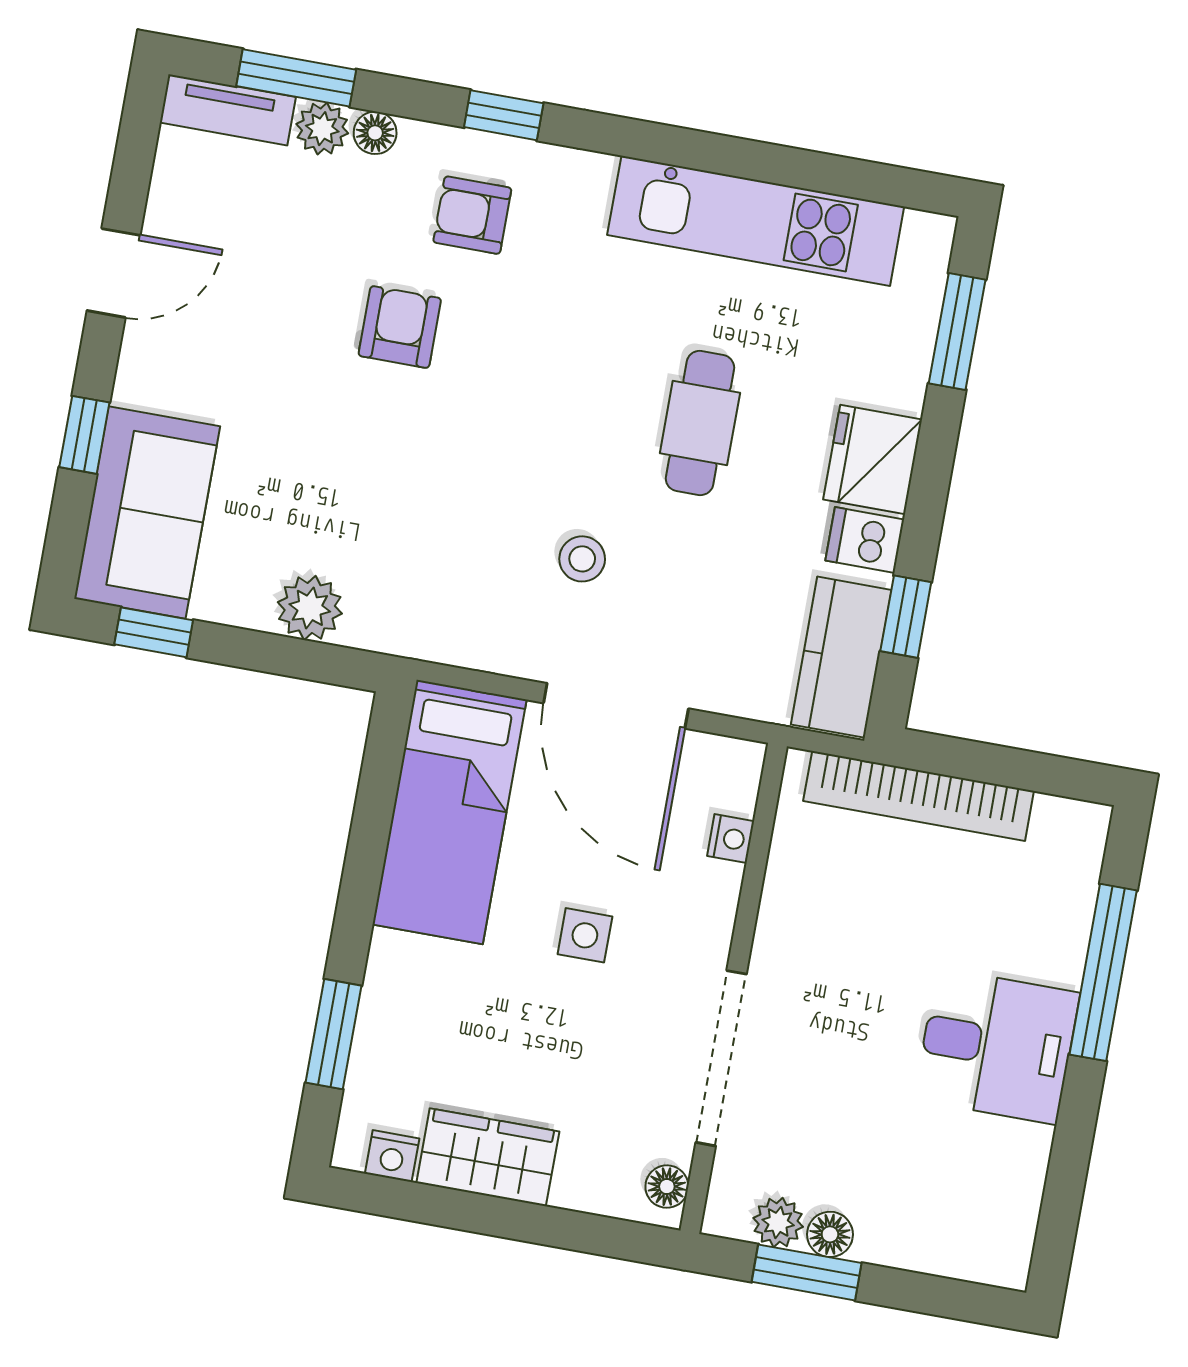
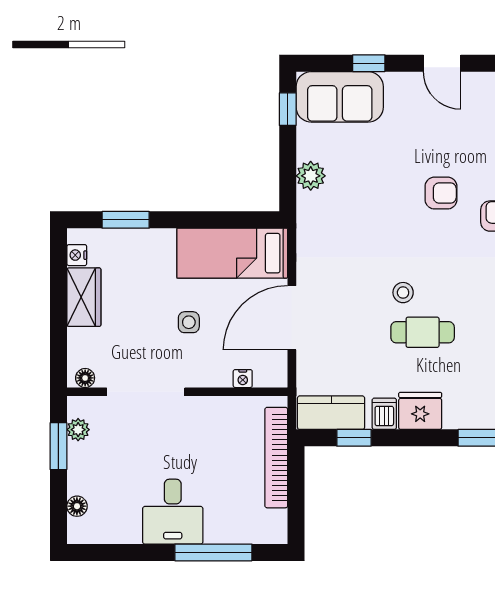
stool: (582, 559) -> (403, 293), moved
floor lamp: (830, 1234) -> (77, 506), moved

